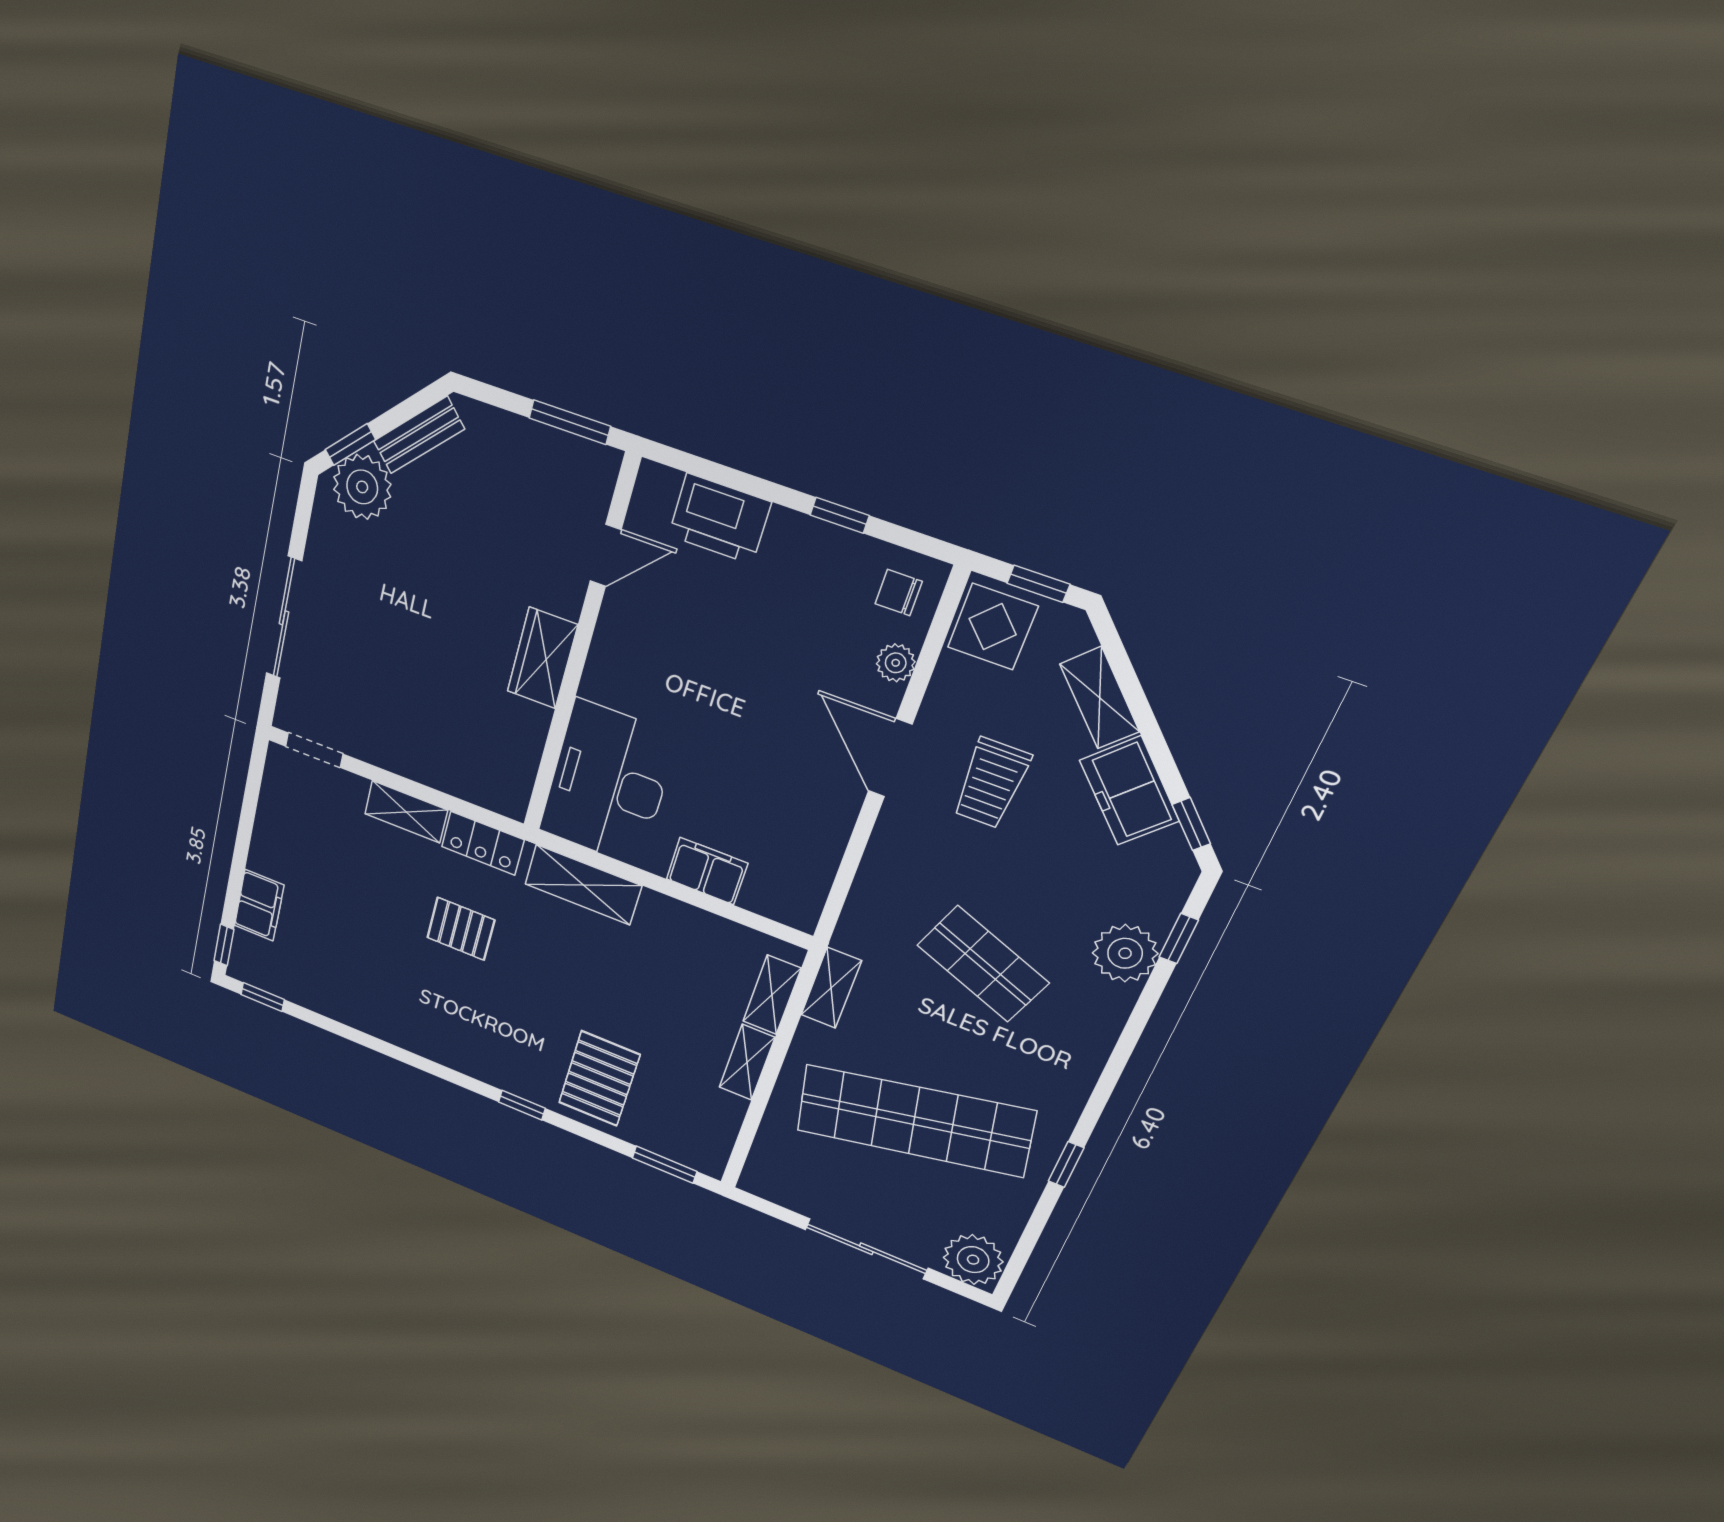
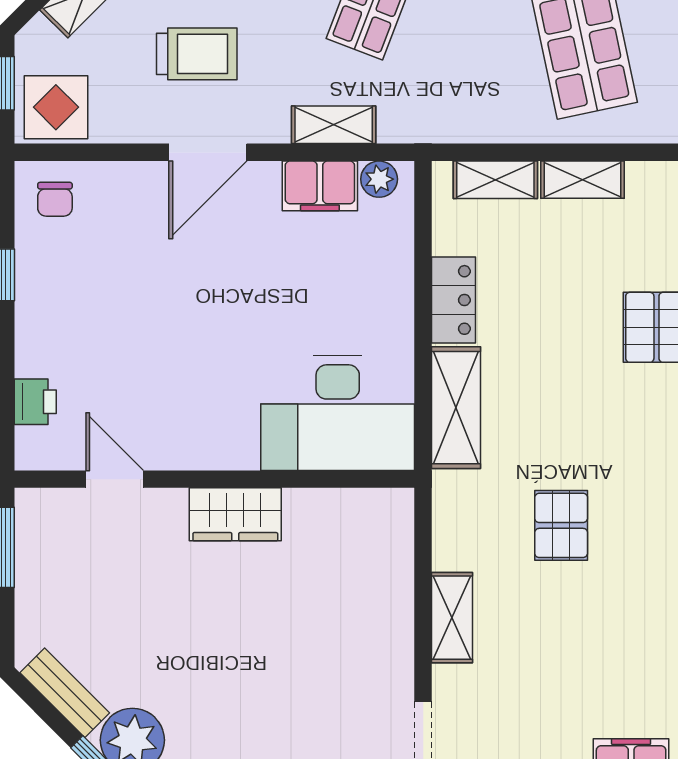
printer: (720, 519) -> (35, 402), width x0.53, depth x0.68
plant: (896, 663) -> (379, 179), moved
locker: (483, 843) -> (453, 300), moved
filing cabinet: (707, 871) -> (320, 186), moved, turned -90
shelving: (831, 988) -> (334, 125), moved

